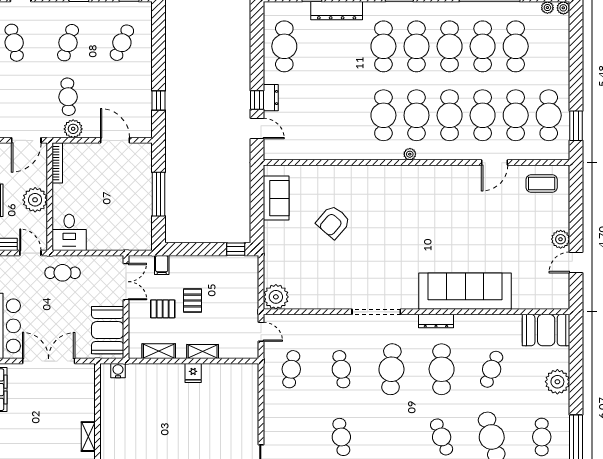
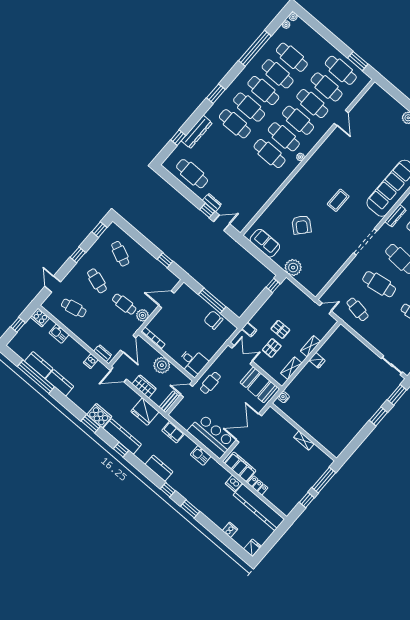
coffee table: (542, 184) -> (338, 200), moved
chair: (137, 215) -> (213, 320), added
plant: (276, 297) -> (293, 268), moved
cafe table: (341, 369) -> (379, 284), width x1.37, depth x1.35

